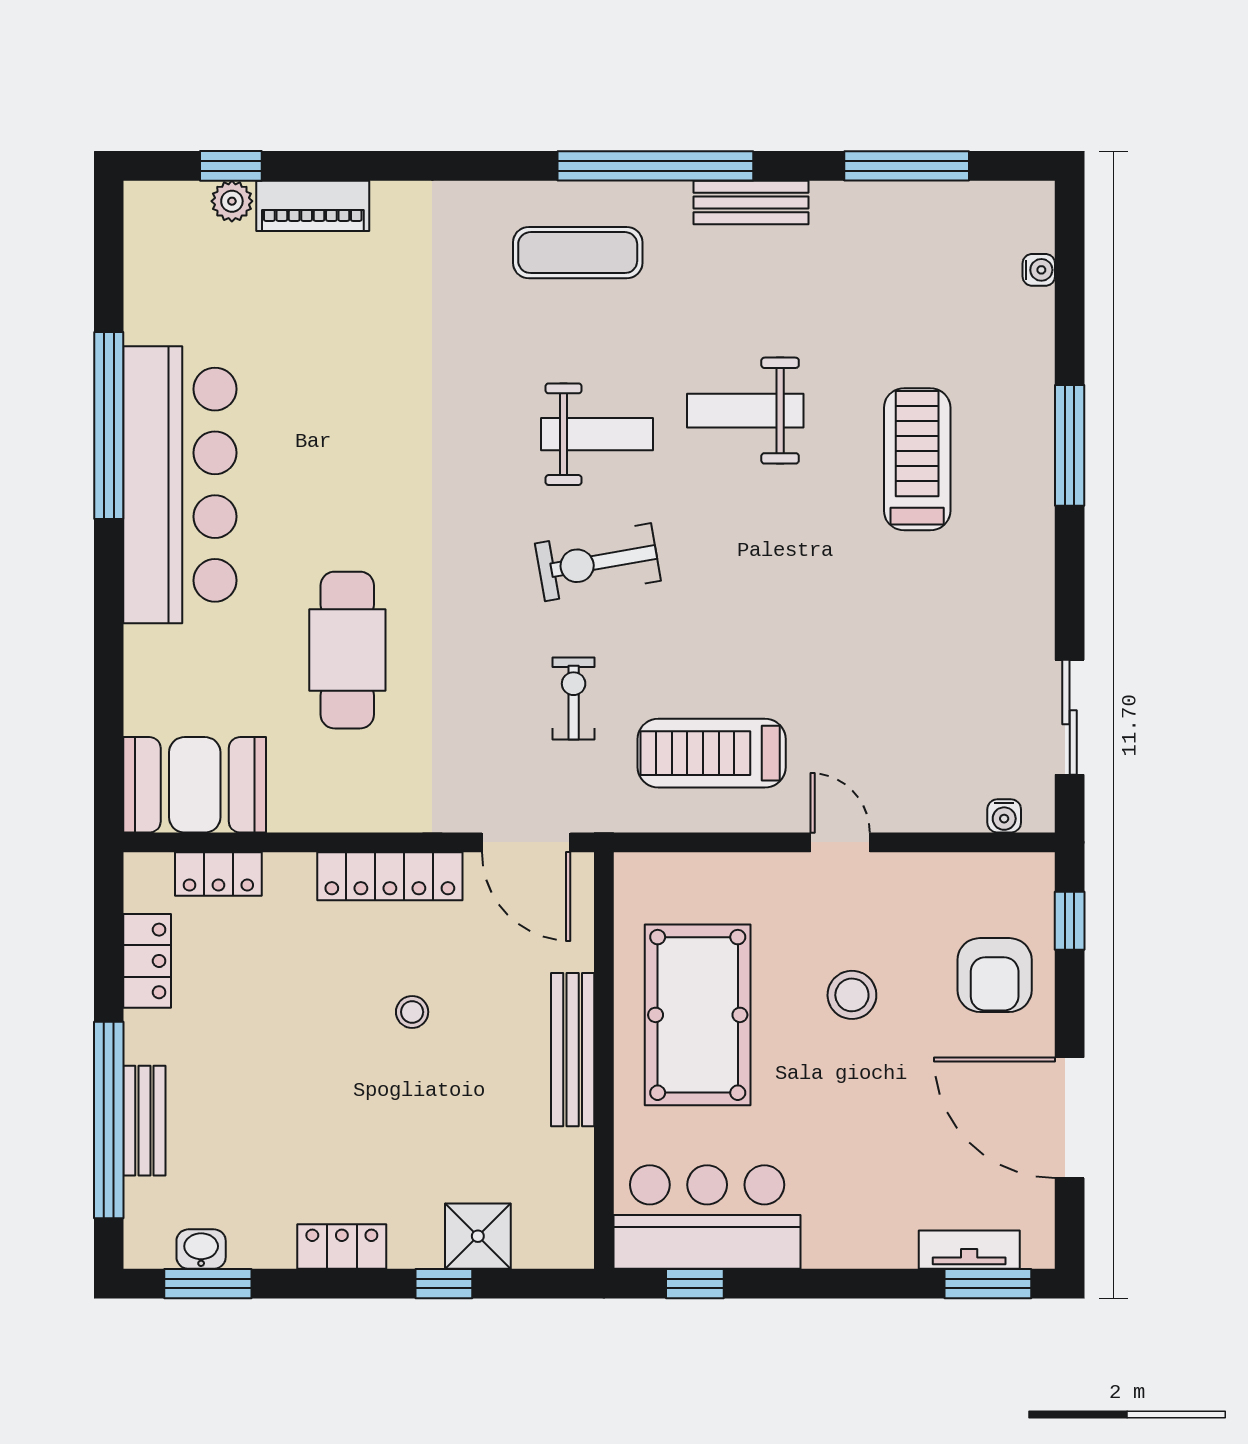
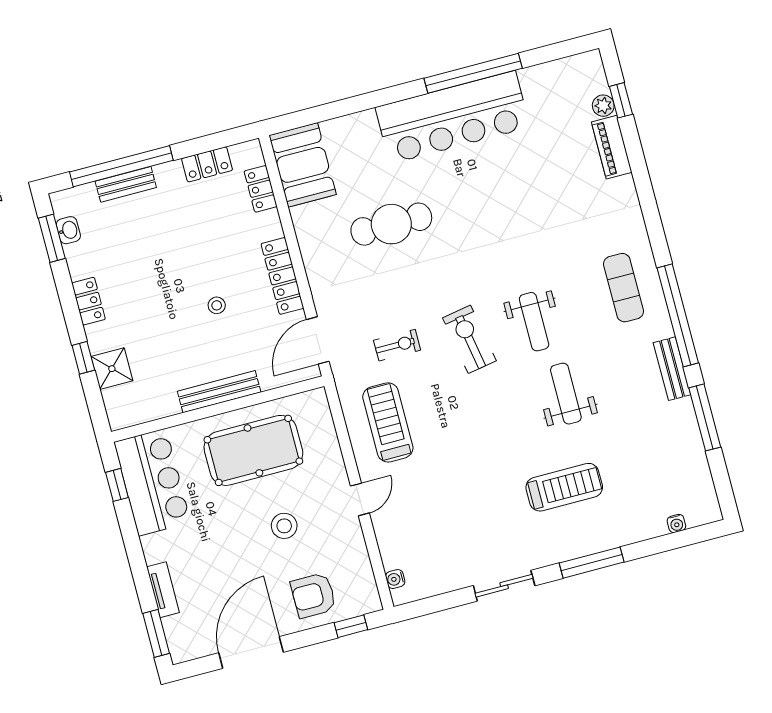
window: (907, 166) -> (705, 417), moved
sliding door: (1070, 717) -> (504, 586), moved
tv unit: (969, 1250) -> (163, 590), moved

